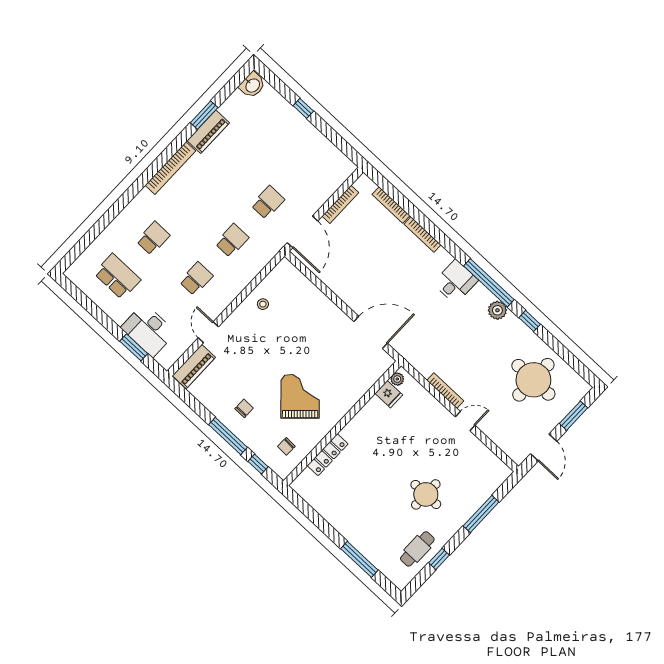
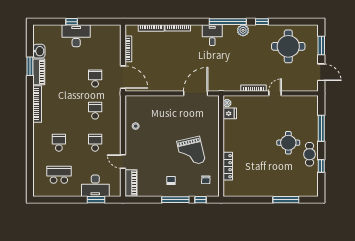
washbasin: (252, 85) -> (39, 51), moved
desk: (293, 130) -> (76, 36), added
grand piano: (300, 396) -> (191, 152), turned -150
cafe table: (417, 549) -> (310, 154), moved

